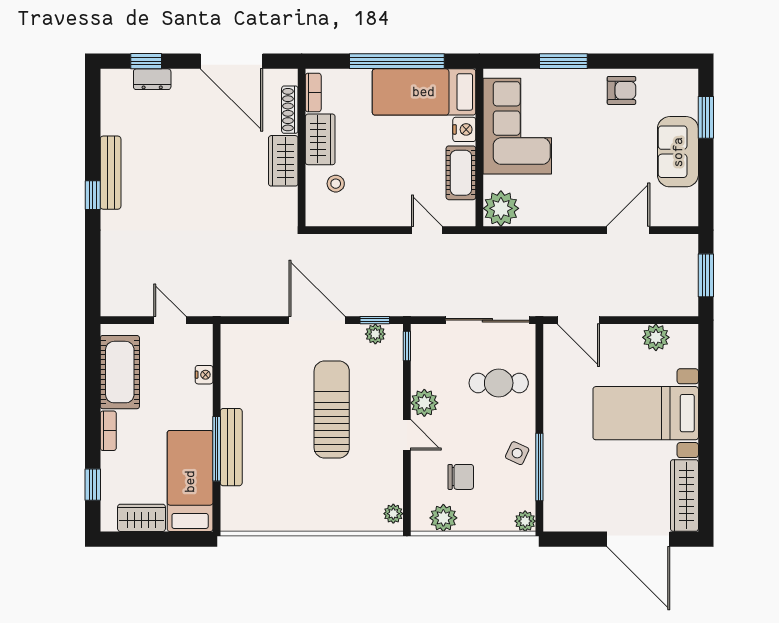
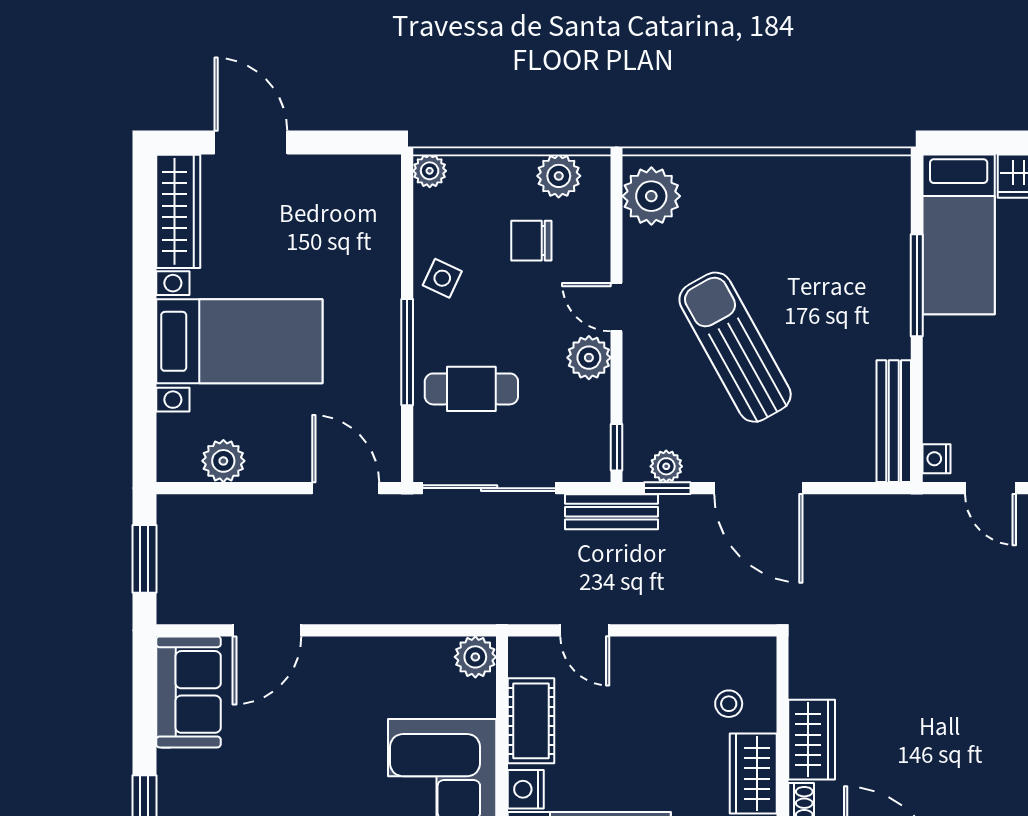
sofa: (678, 152) -> (188, 692), moved
plant: (501, 208) -> (475, 657), width x0.73, depth x0.73
bench: (410, 305) -> (612, 512), added
nightstand: (204, 375) -> (937, 459), moved
sun lounger: (332, 409) -> (735, 347), turned 151
bench: (231, 447) -> (894, 421), moved
window: (539, 467) -> (407, 352), moved
plant: (393, 514) -> (651, 196), width x1.88, depth x1.88
door: (638, 539) -> (251, 142), width x0.73

